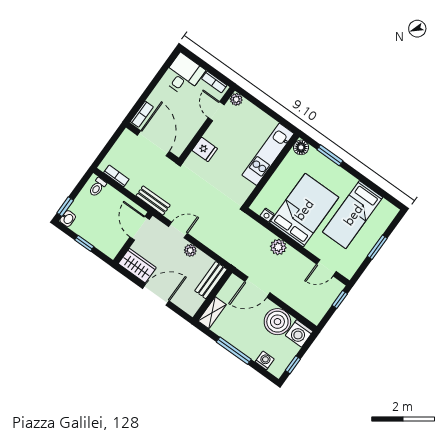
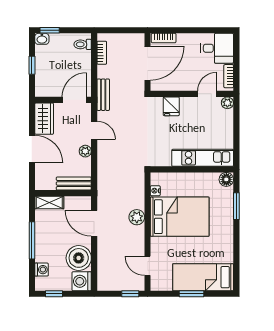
bed: (353, 215) -> (203, 277), moved

